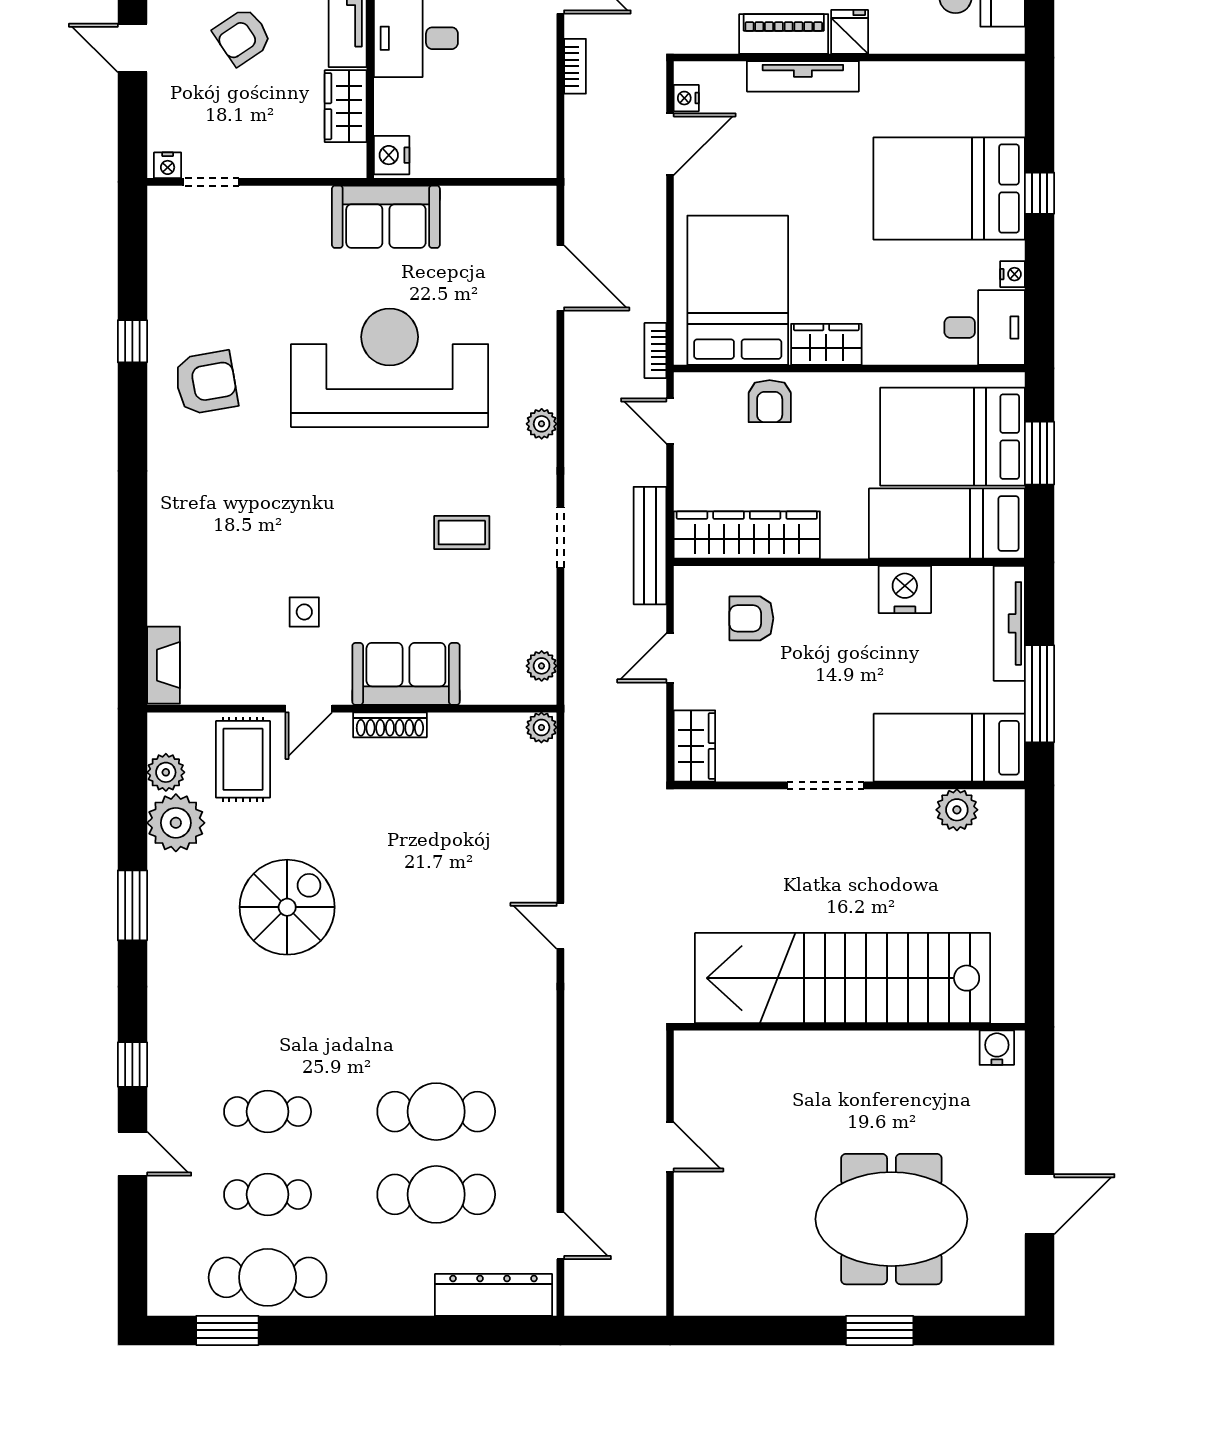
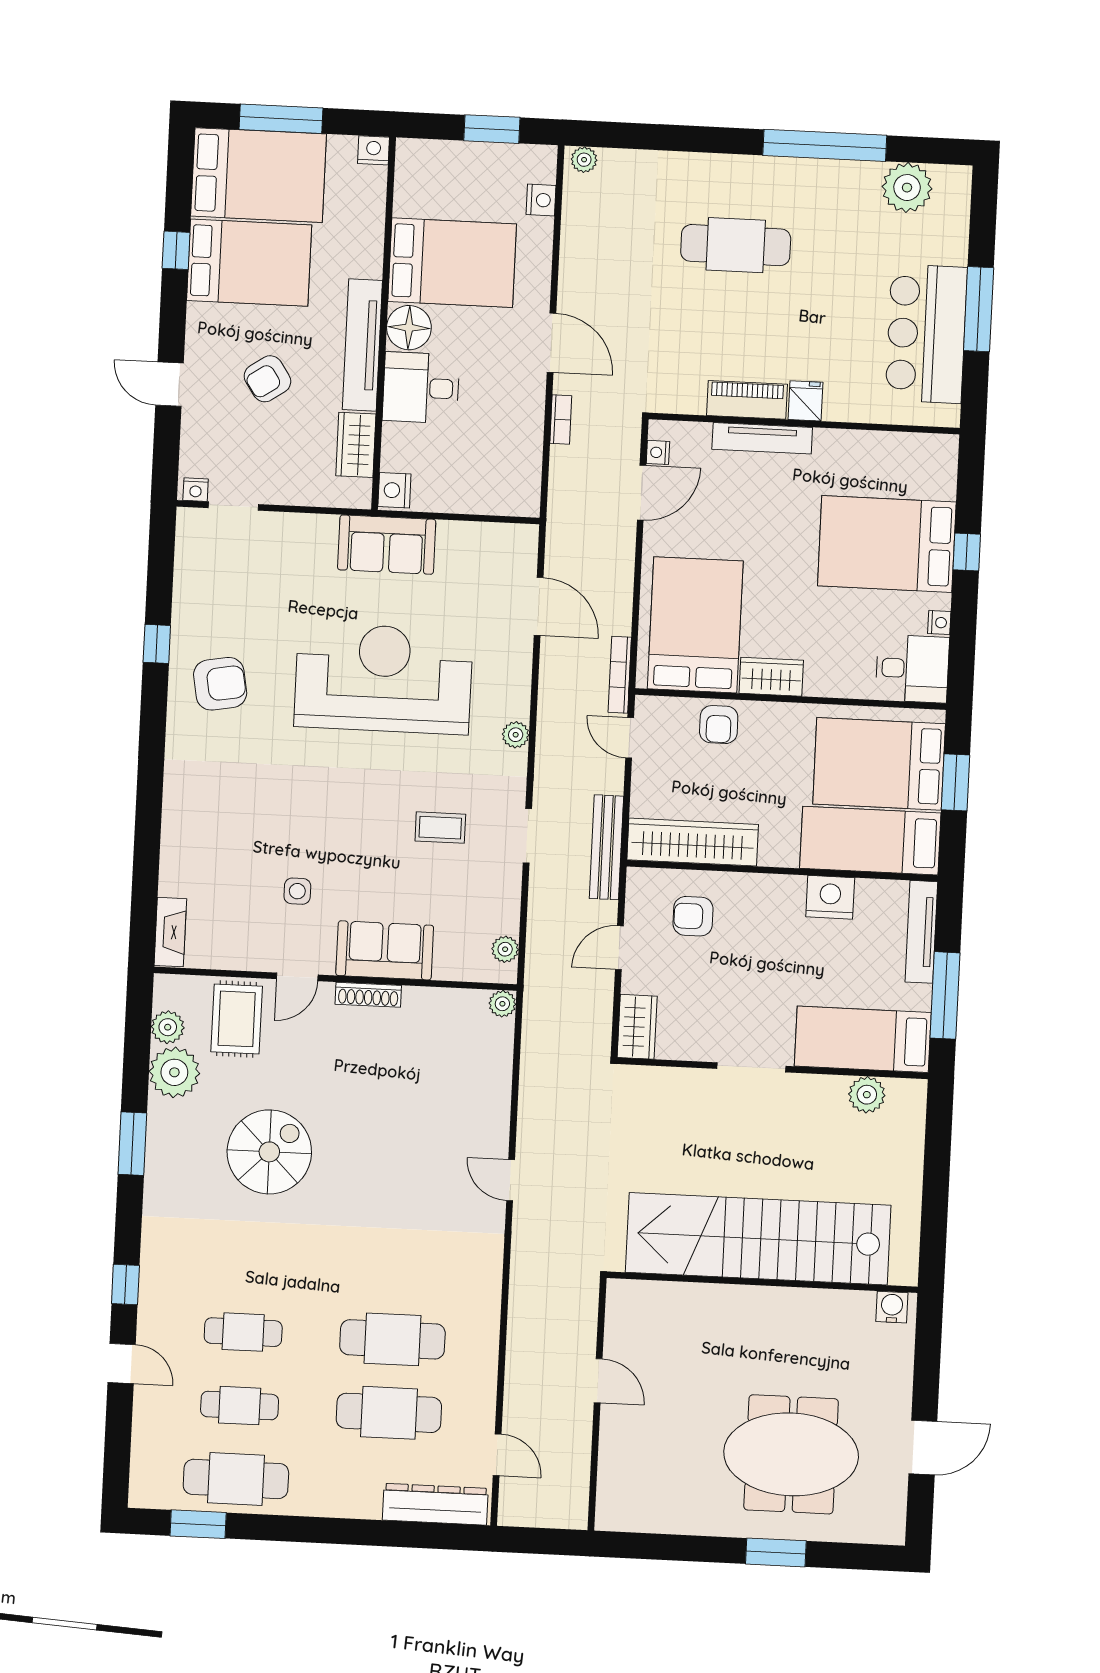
bookcase: (655, 351) -> (620, 675), width x1.56

